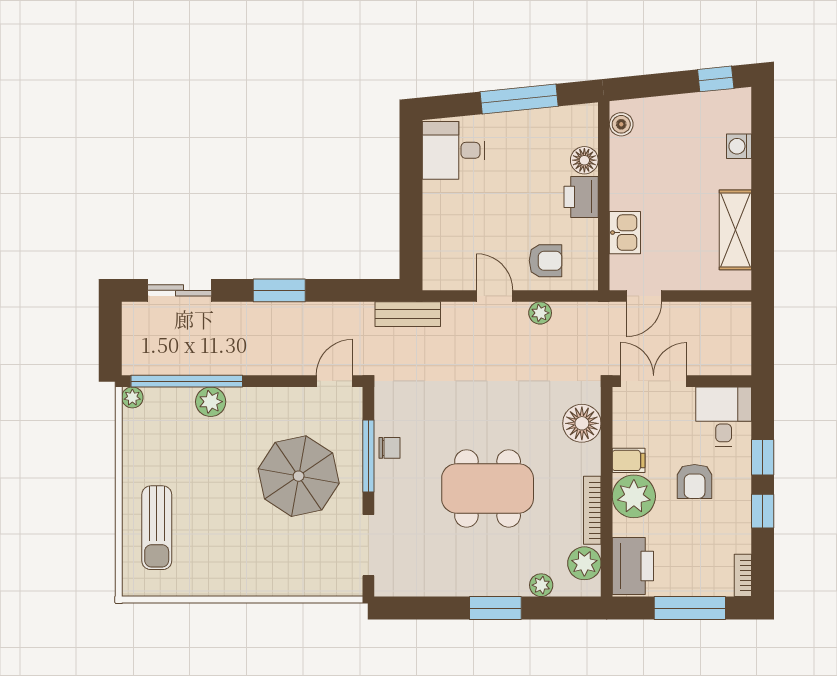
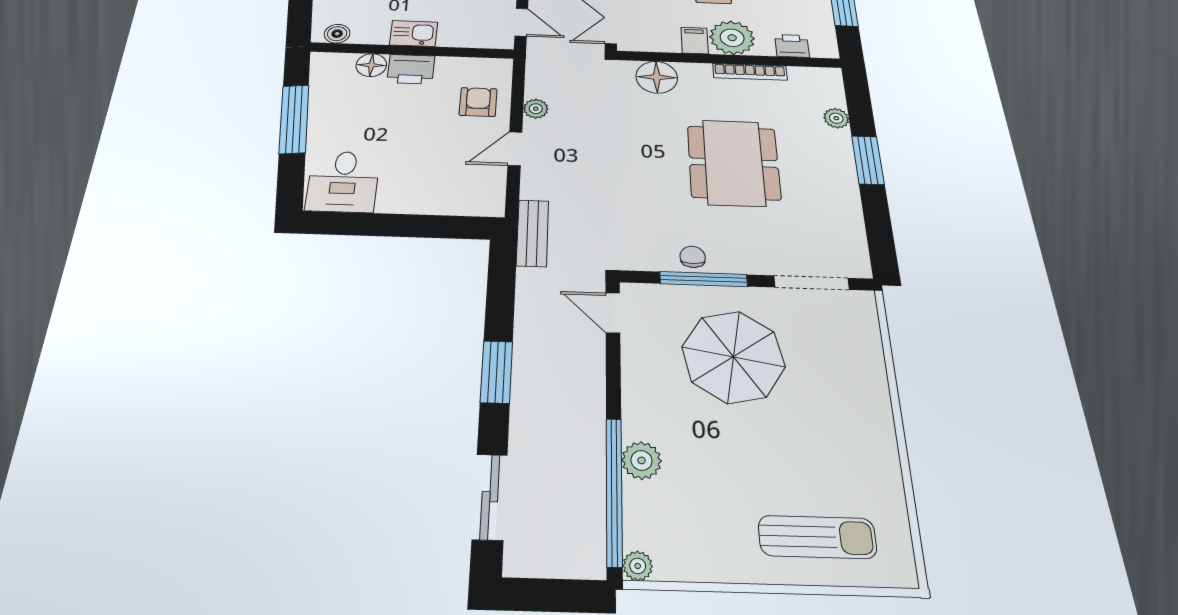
kitchen sink: (625, 233) -> (414, 33), moved
plant: (584, 563) -> (808, 80), removed
printer: (633, 566) -> (792, 46), width x0.53, depth x0.68

